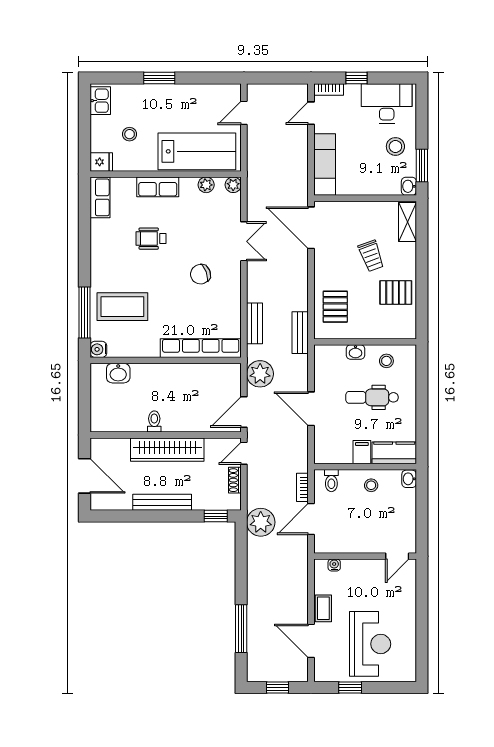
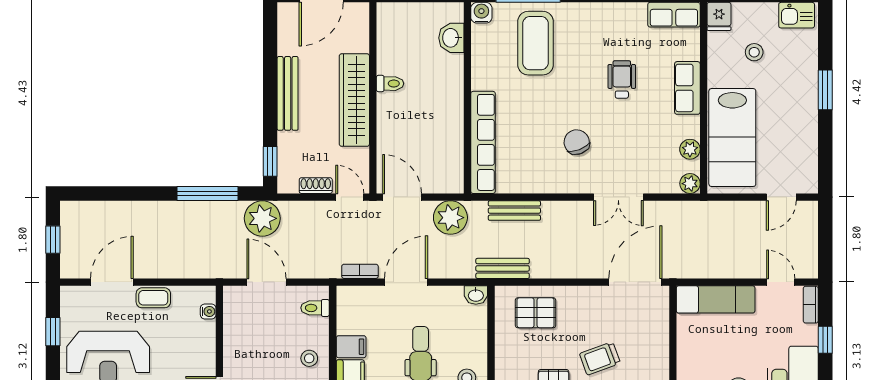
door: (244, 113) -> (781, 197), swing flipped
washbasin: (356, 352) -> (476, 295), moved, turned -90
bookcase: (302, 487) -> (360, 271), moved
window: (241, 629) -> (207, 194), moved

